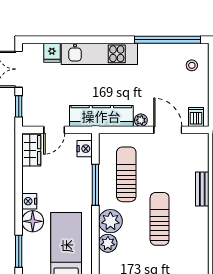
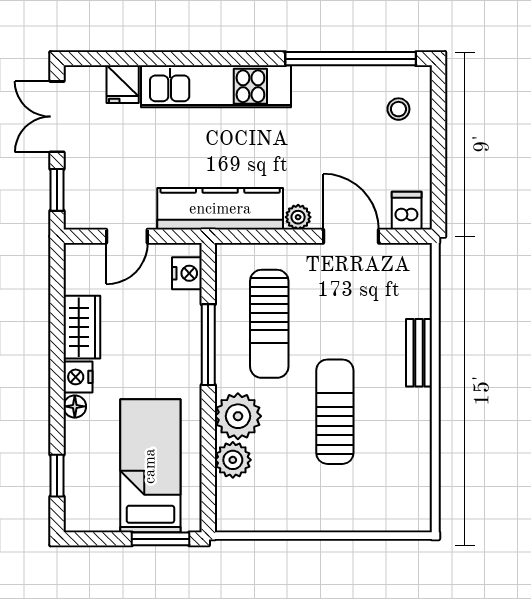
wardrobe: (31, 150) -> (82, 327), moved
sun lounger: (126, 174) -> (269, 324), turned 180
floor lamp: (33, 221) -> (75, 406), width x0.53, depth x0.53
window: (19, 251) -> (57, 476), width x0.67

